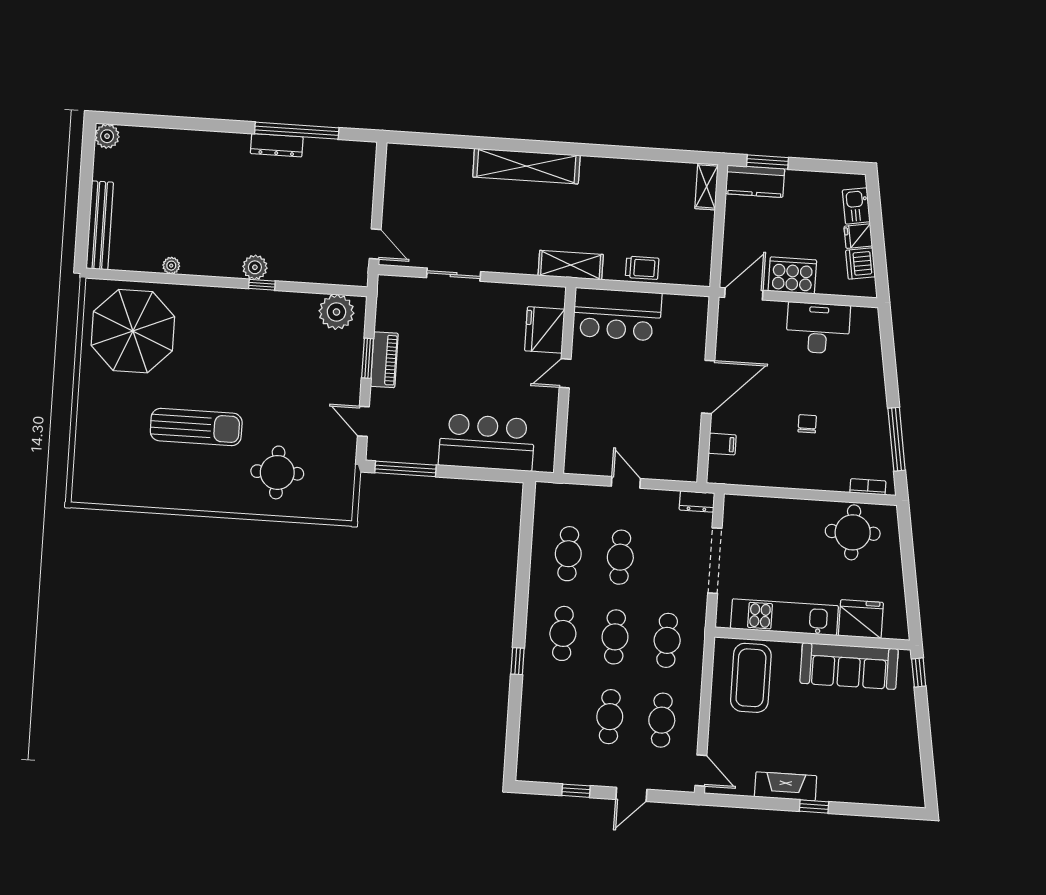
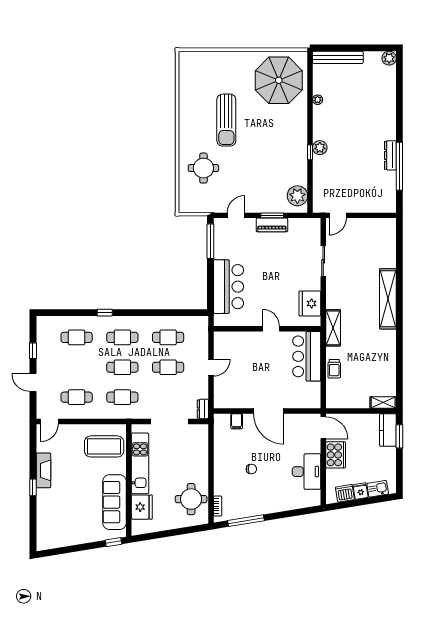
fridge: (545, 330) -> (310, 303), moved, turned -90
cafe table: (610, 717) -> (77, 337), moved

